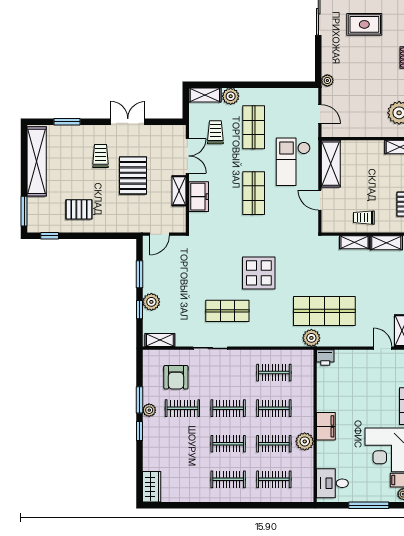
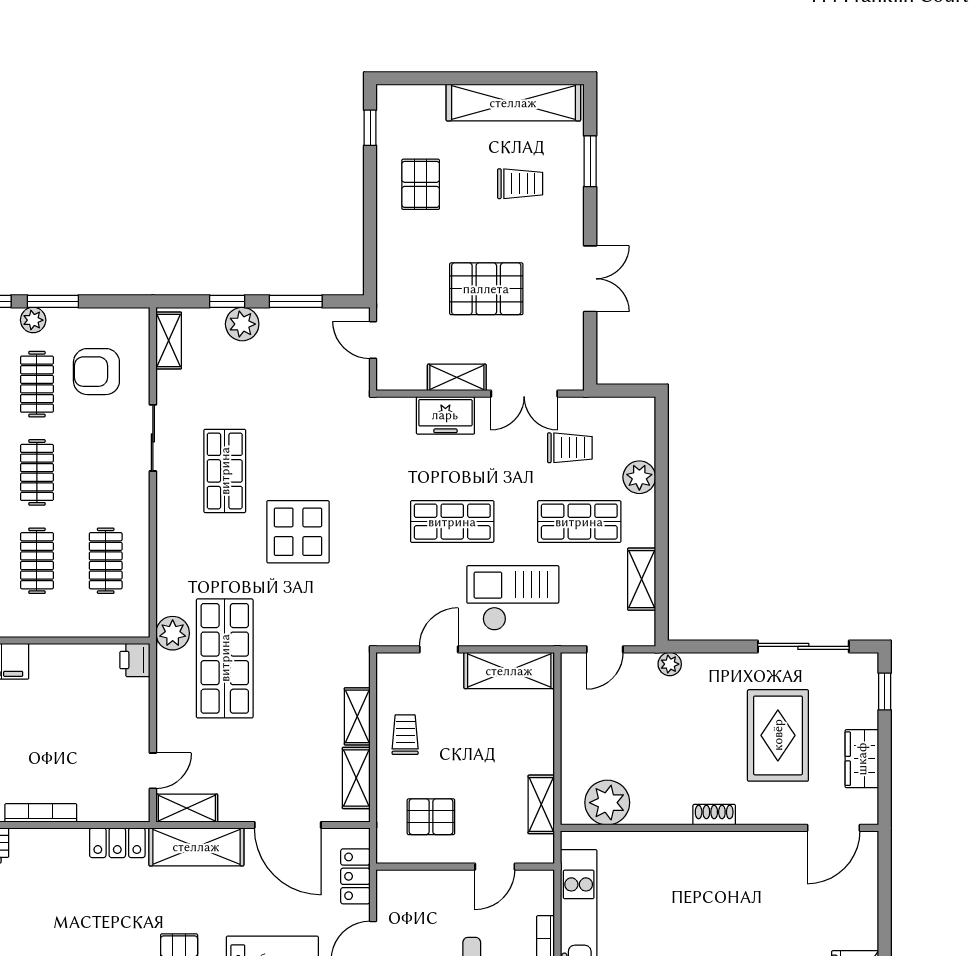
rug: (364, 24) -> (778, 735), width x1.36, depth x1.43
shelving: (205, 95) -> (642, 579), moved
trolley: (100, 156) -> (520, 184), moved
window: (24, 211) -> (417, 78), removed

